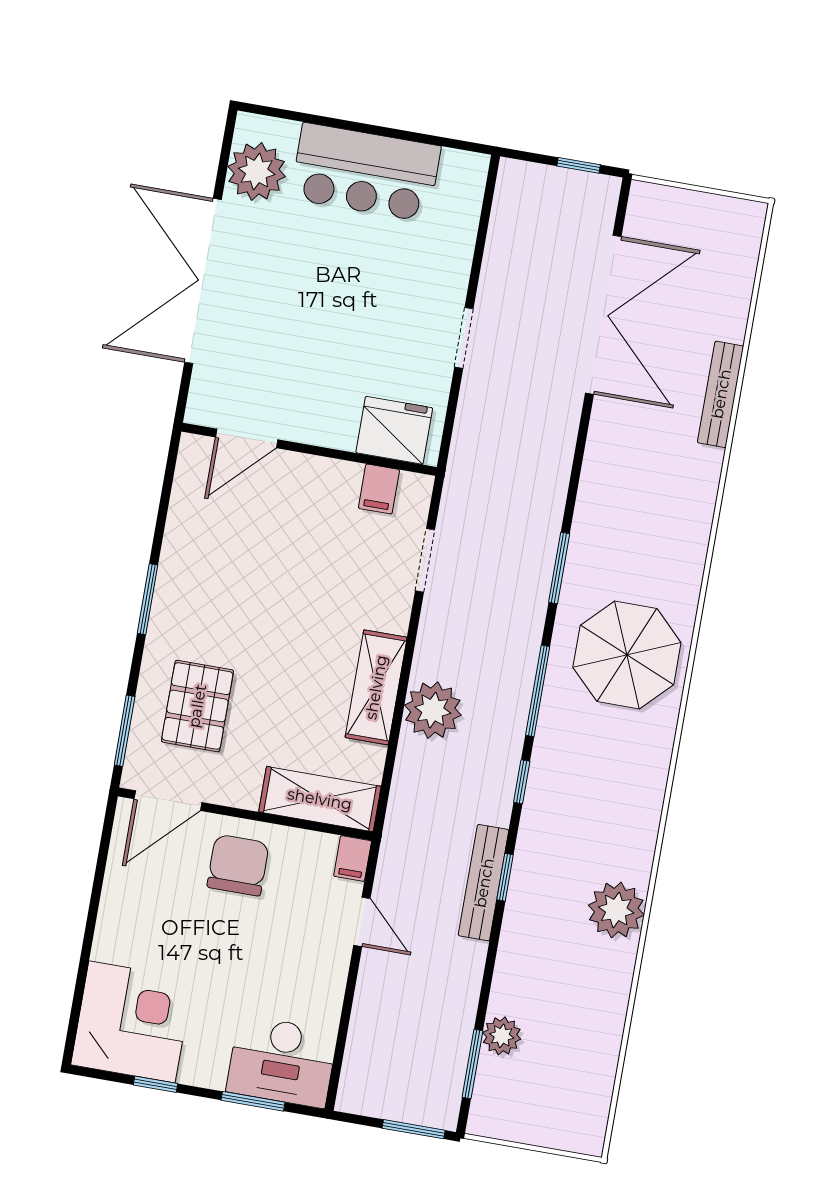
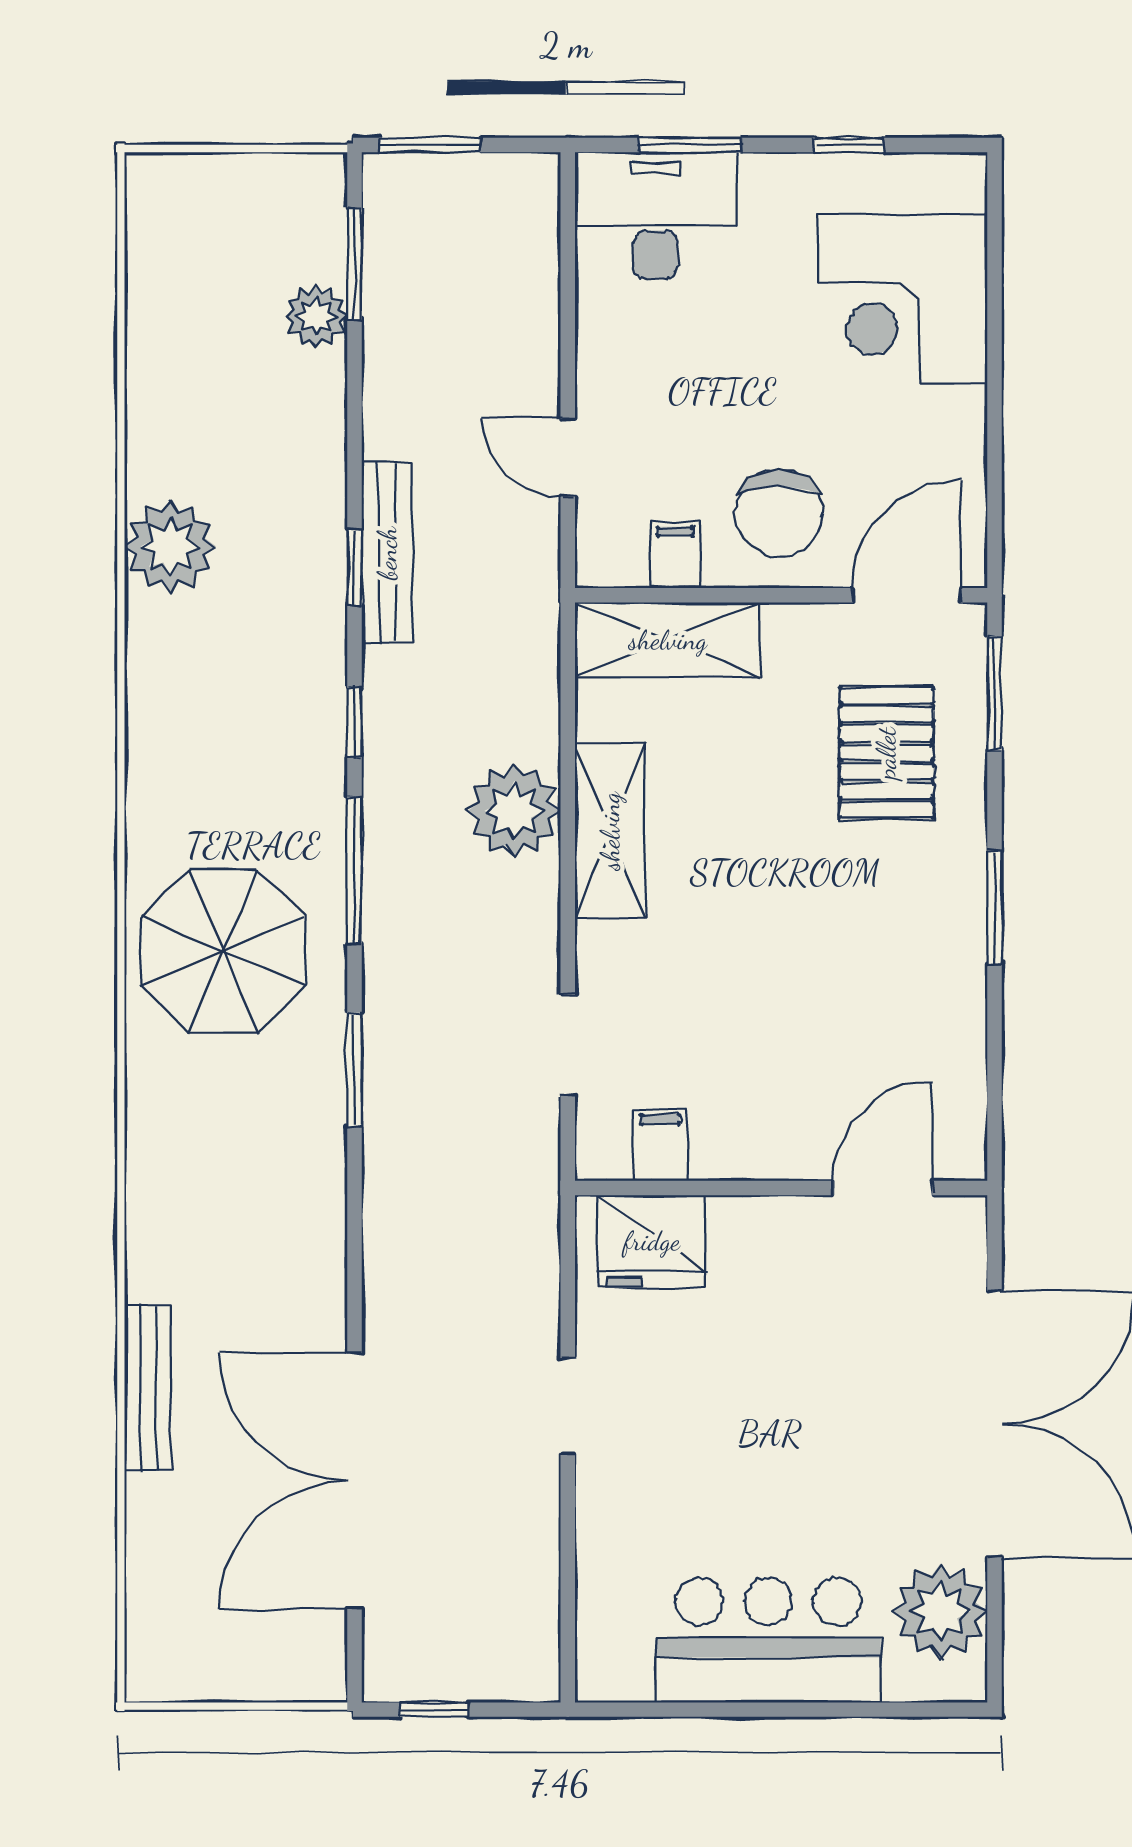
filing cabinet: (353, 859) -> (675, 555), moved
corner desk: (132, 1022) -> (903, 299), moved

